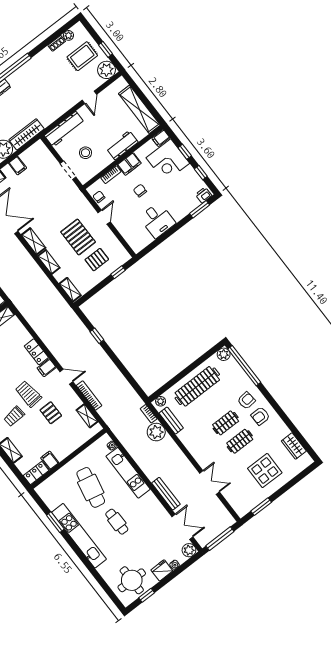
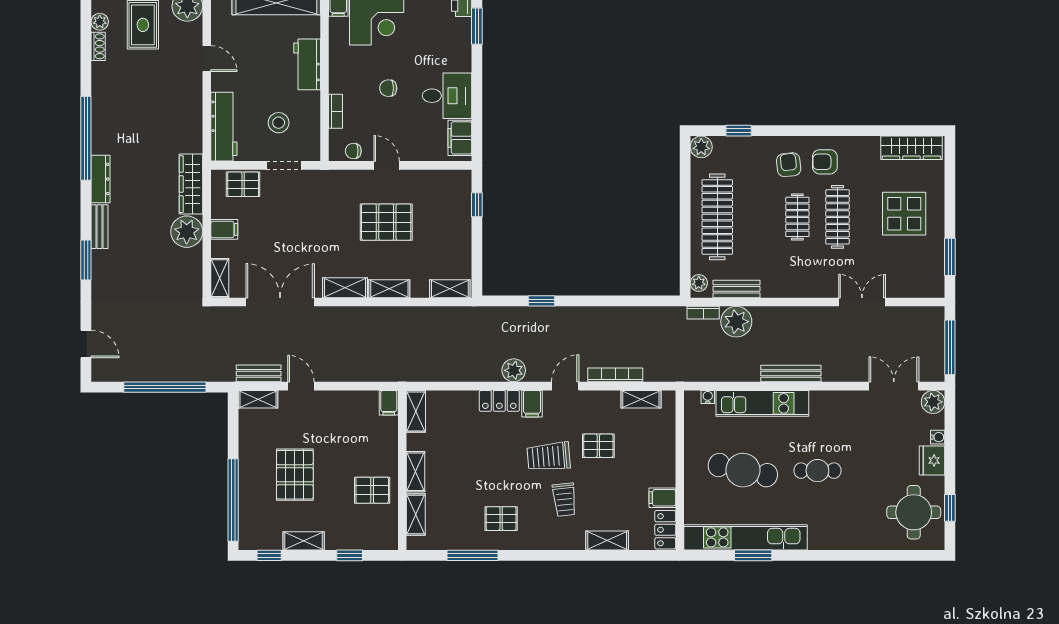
filing cabinet: (129, 164) -> (460, 138), moved, turned 180
pallet: (97, 260) -> (243, 184), moved, turned 90
plant: (55, 347) -> (514, 370), added
window: (244, 366) -> (739, 131), width x0.32
armchair: (260, 416) -> (825, 162), turned 90
clothes rail: (240, 441) -> (838, 217), width x1.36
wardrobe: (294, 446) -> (911, 148), width x1.50
bench: (166, 494) -> (791, 374), moved
kitchen unit: (79, 536) -> (746, 537), moved

